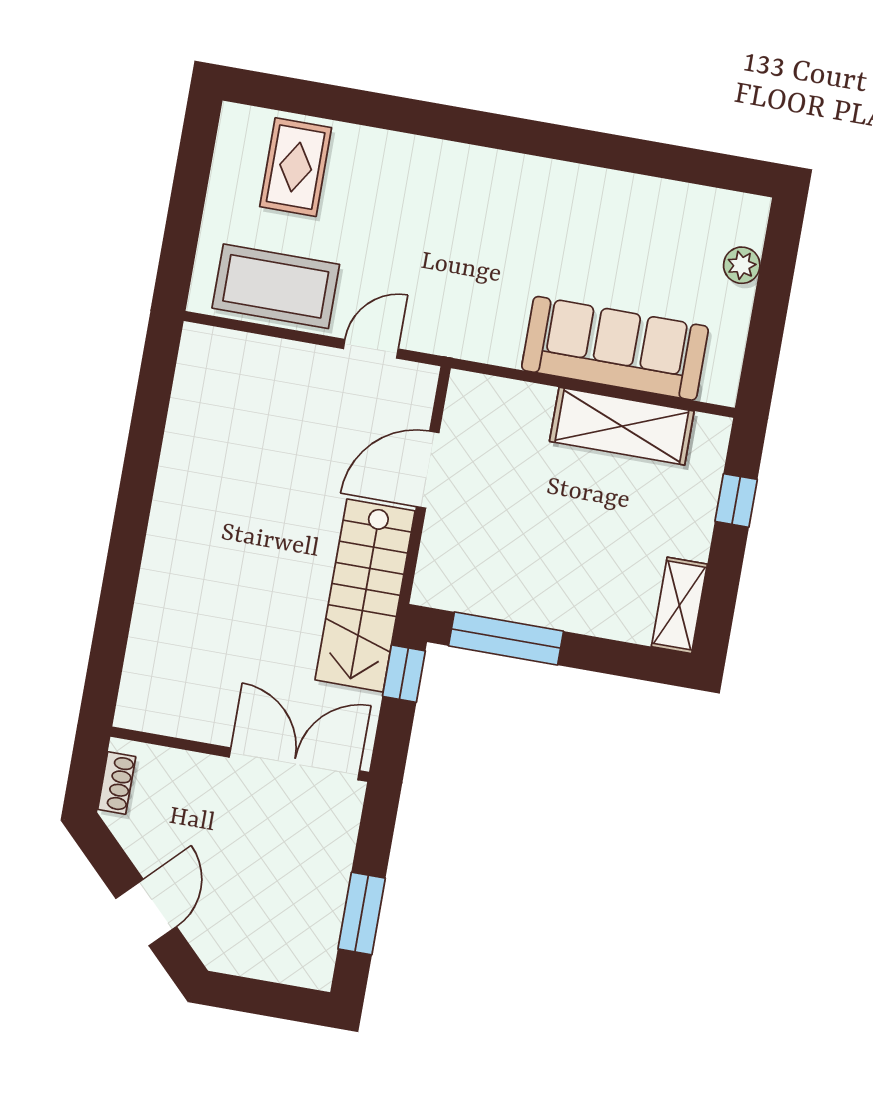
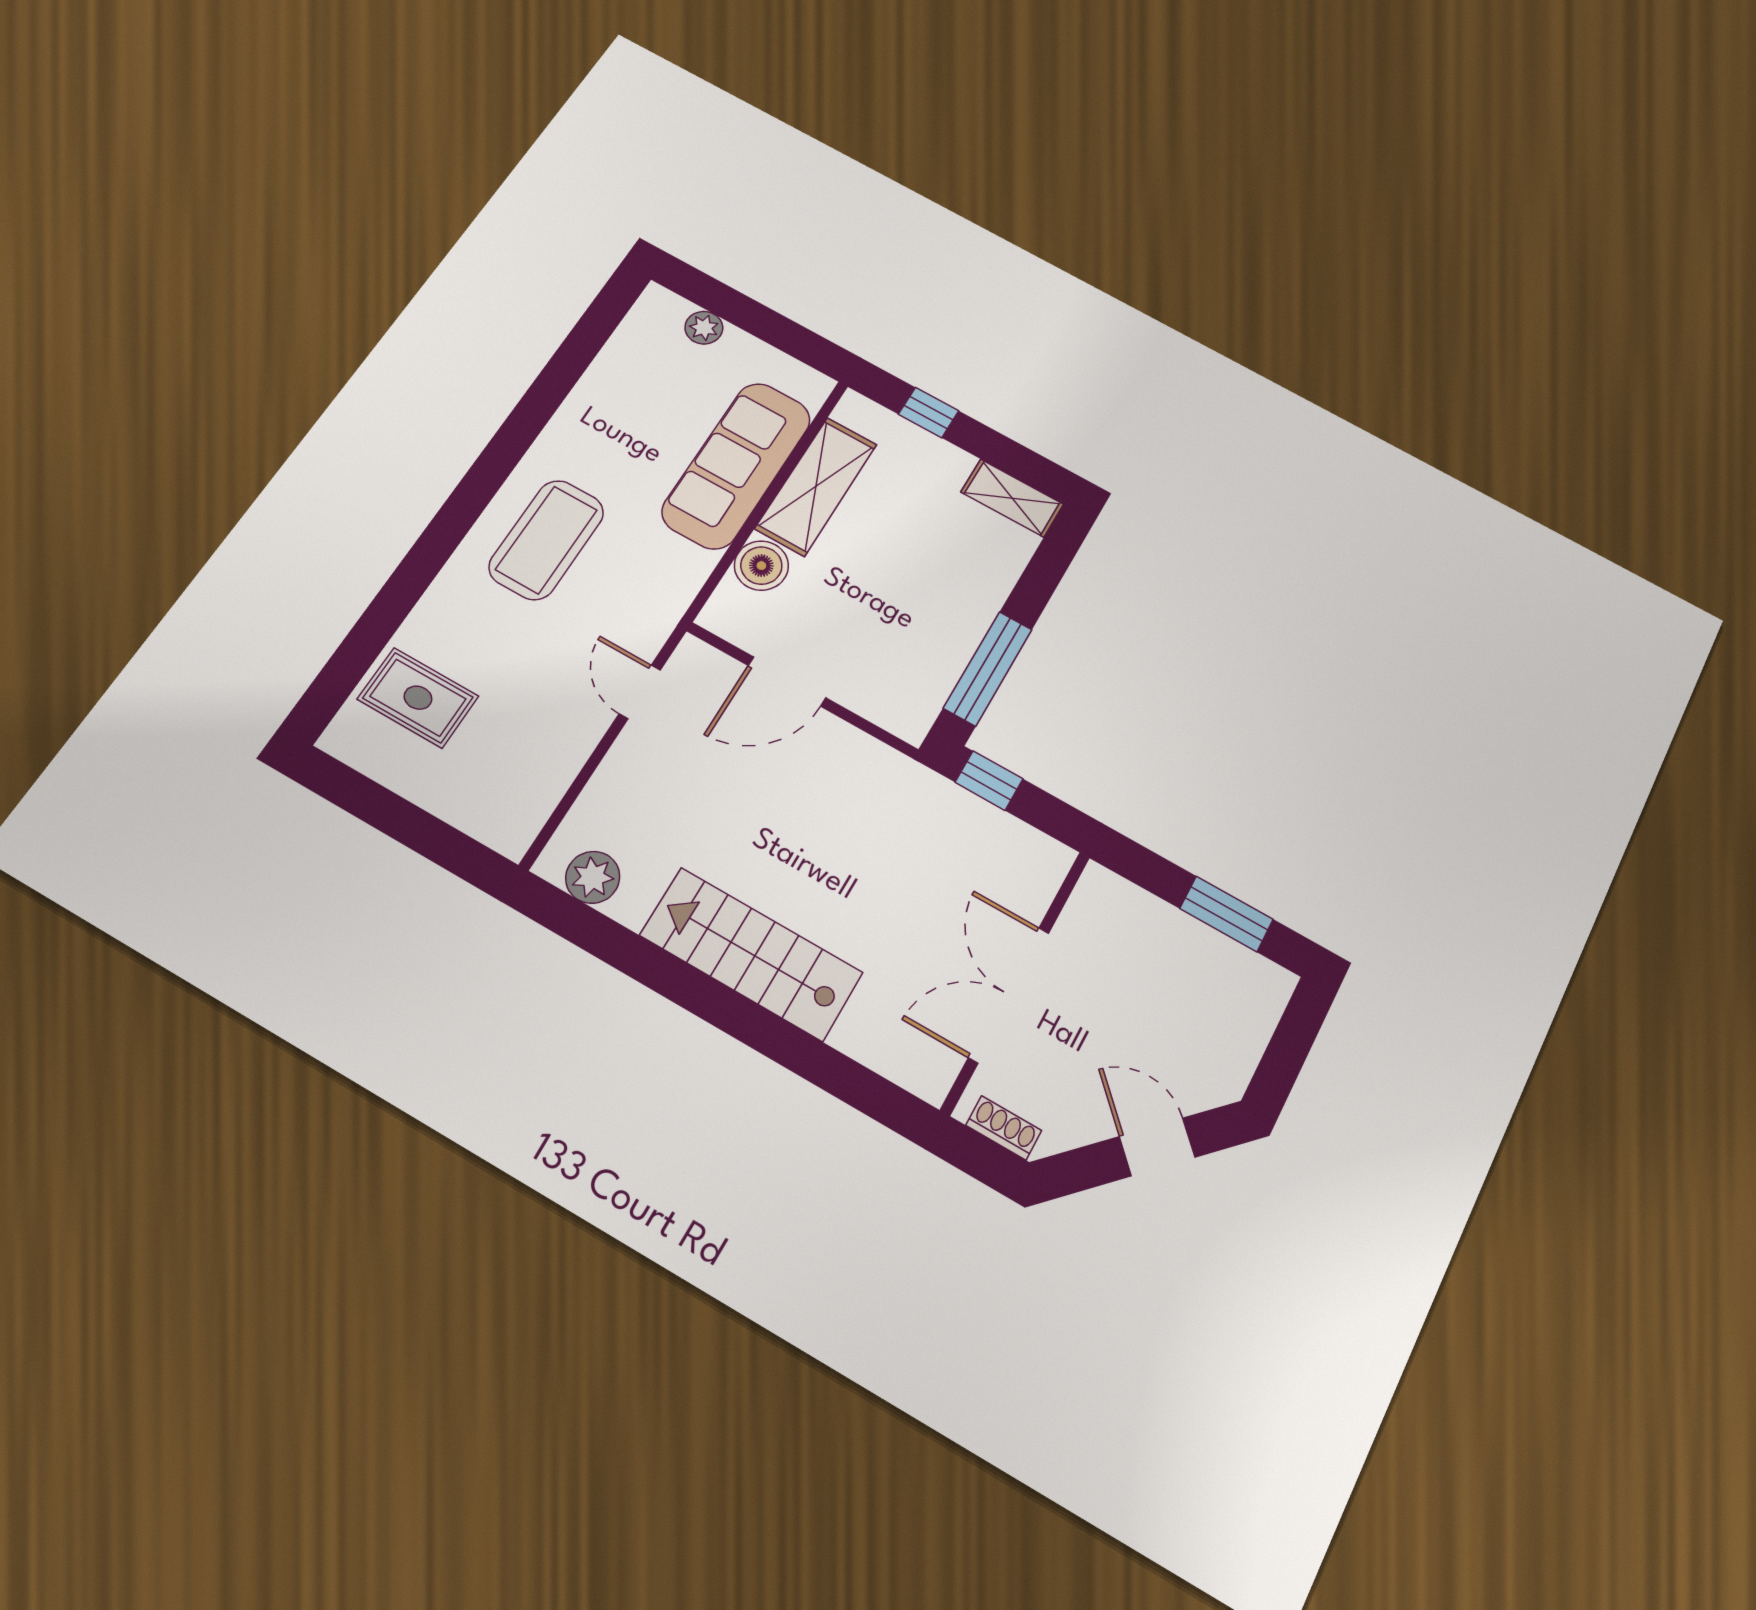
coffee table: (276, 286) -> (547, 540), moved
plant: (198, 375) -> (593, 877), added
boiler: (527, 407) -> (761, 566), added
door: (428, 470) -> (787, 682), hinge flipped
stairs: (365, 595) -> (751, 954), moved, turned 180
double door: (294, 764) -> (1009, 995), moved

